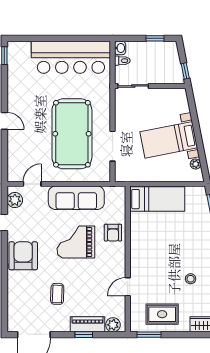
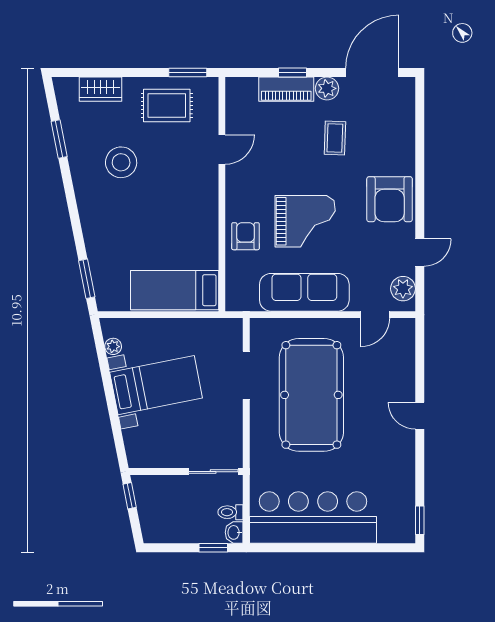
window: (155, 38) -> (213, 548), moved
stool: (191, 279) -> (121, 162), width x1.89, depth x1.89
plant: (113, 325) -> (327, 88), moved

